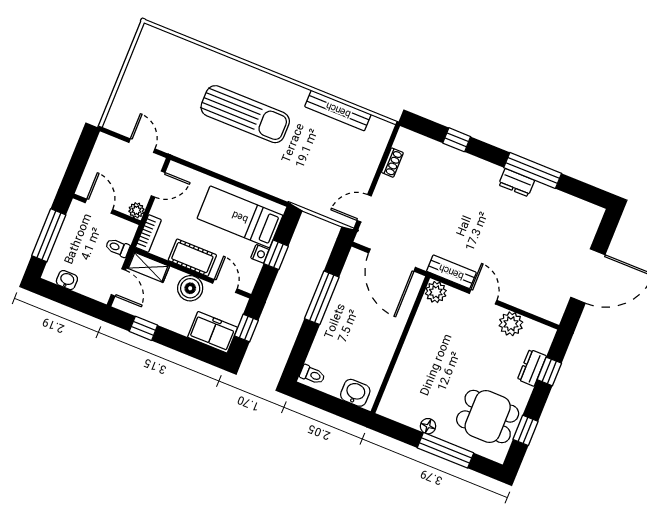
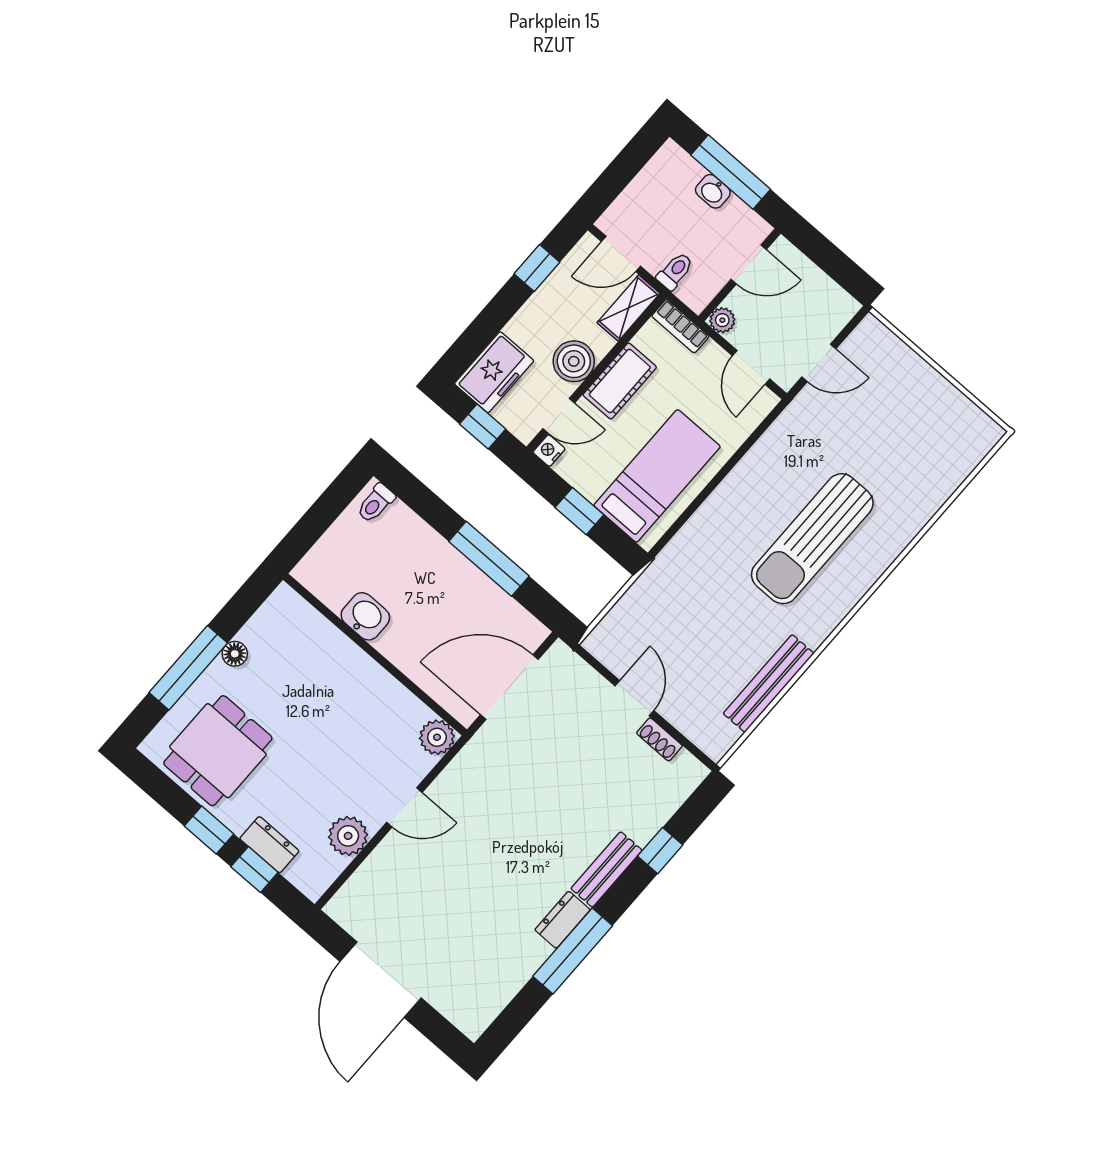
door: (364, 208) -> (634, 698), moved
nightstand: (260, 254) -> (549, 451), moved, turned 90
bench: (451, 272) -> (606, 869), moved
washbasin: (67, 280) -> (713, 191), moved, turned 90
washbasin: (355, 393) -> (365, 616), moved, turned -90
window: (526, 430) -> (209, 830), moved

